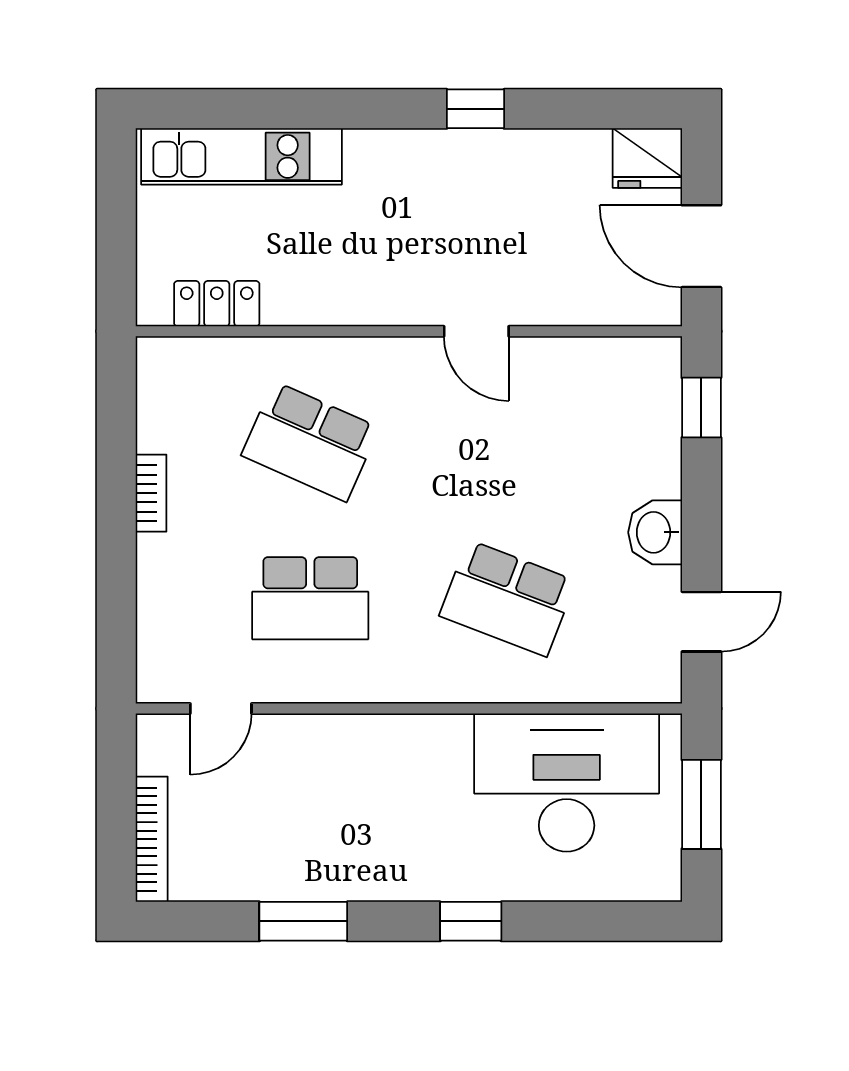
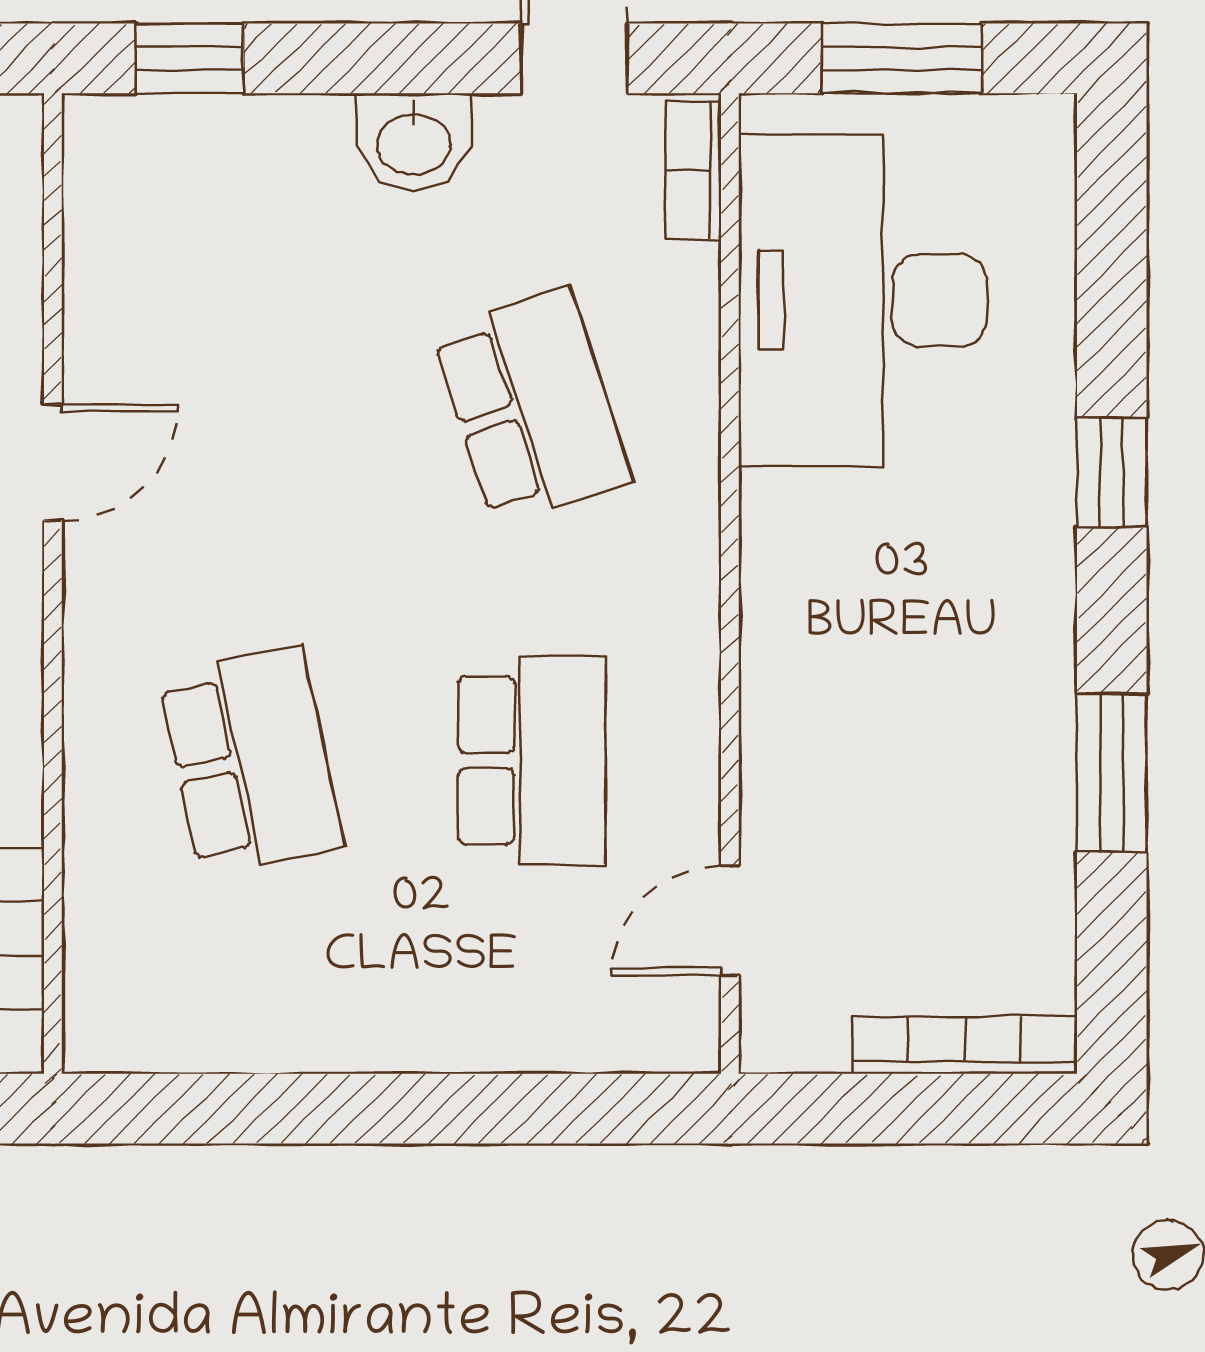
school desk: (310, 442) -> (251, 761), turned -36
bookcase: (151, 493) -> (694, 170), moved, turned -90
school desk: (508, 598) -> (532, 407), turned -39
door: (221, 708) -> (730, 921), swing flipped

